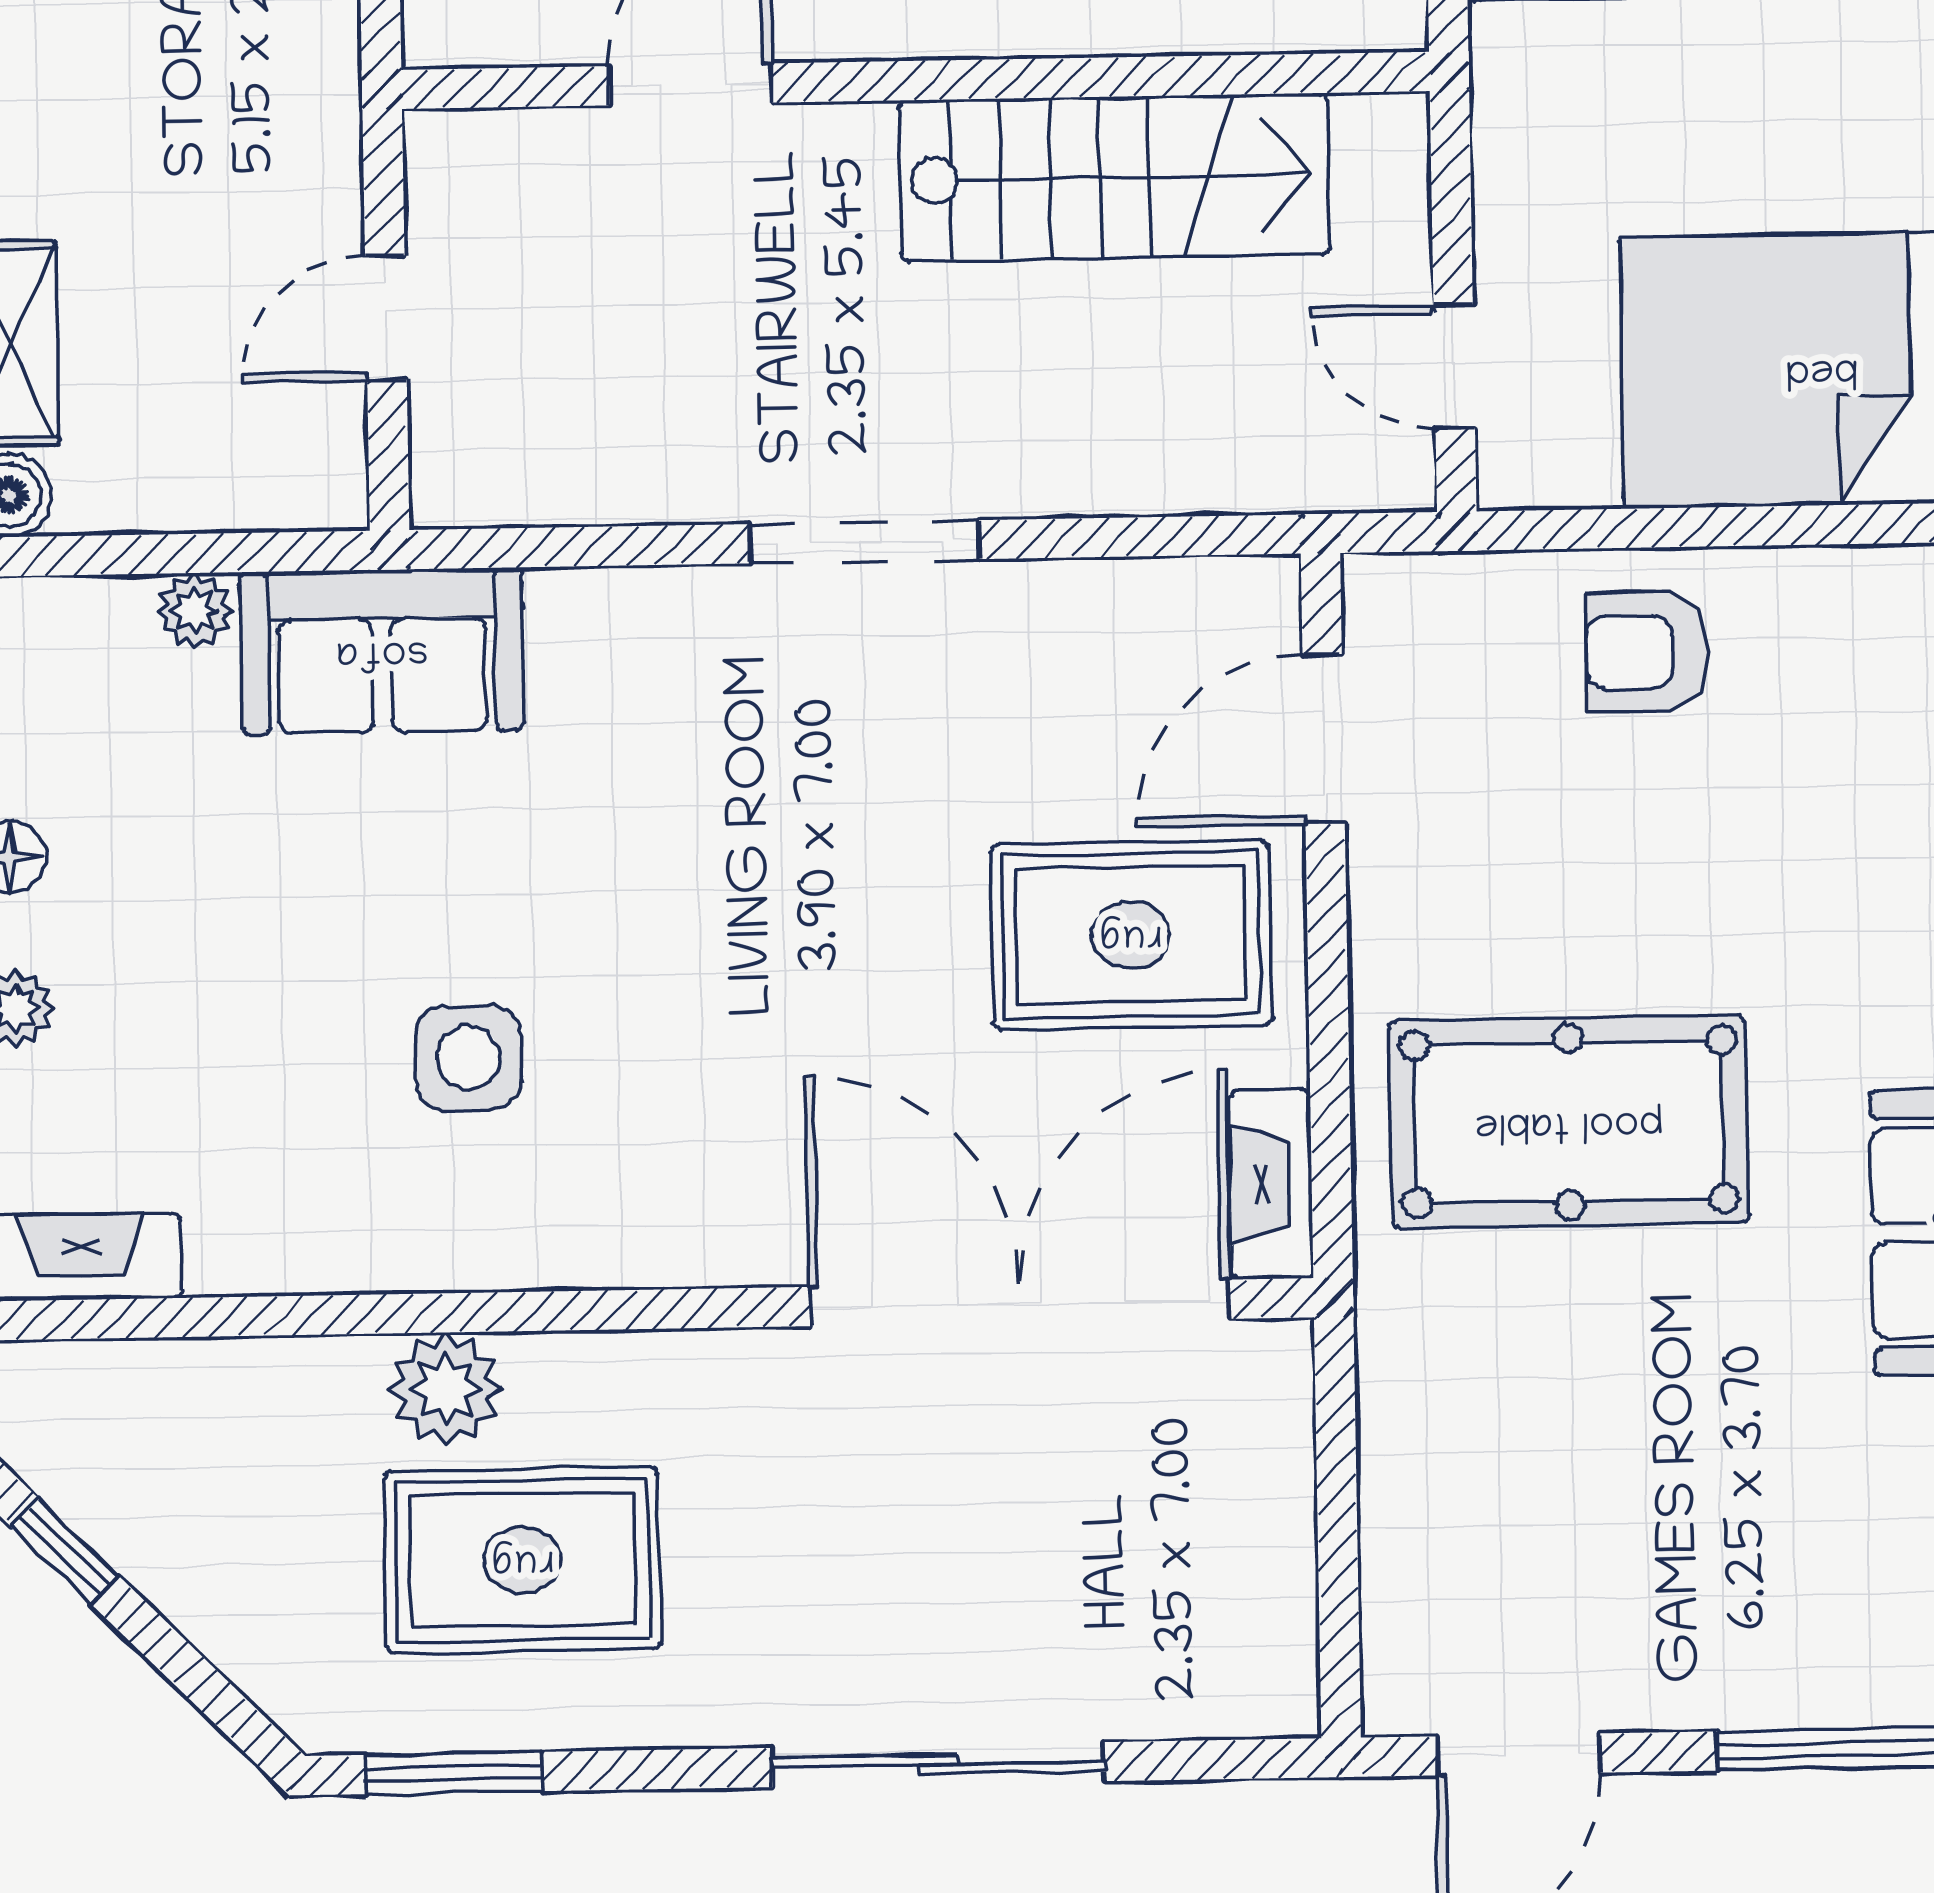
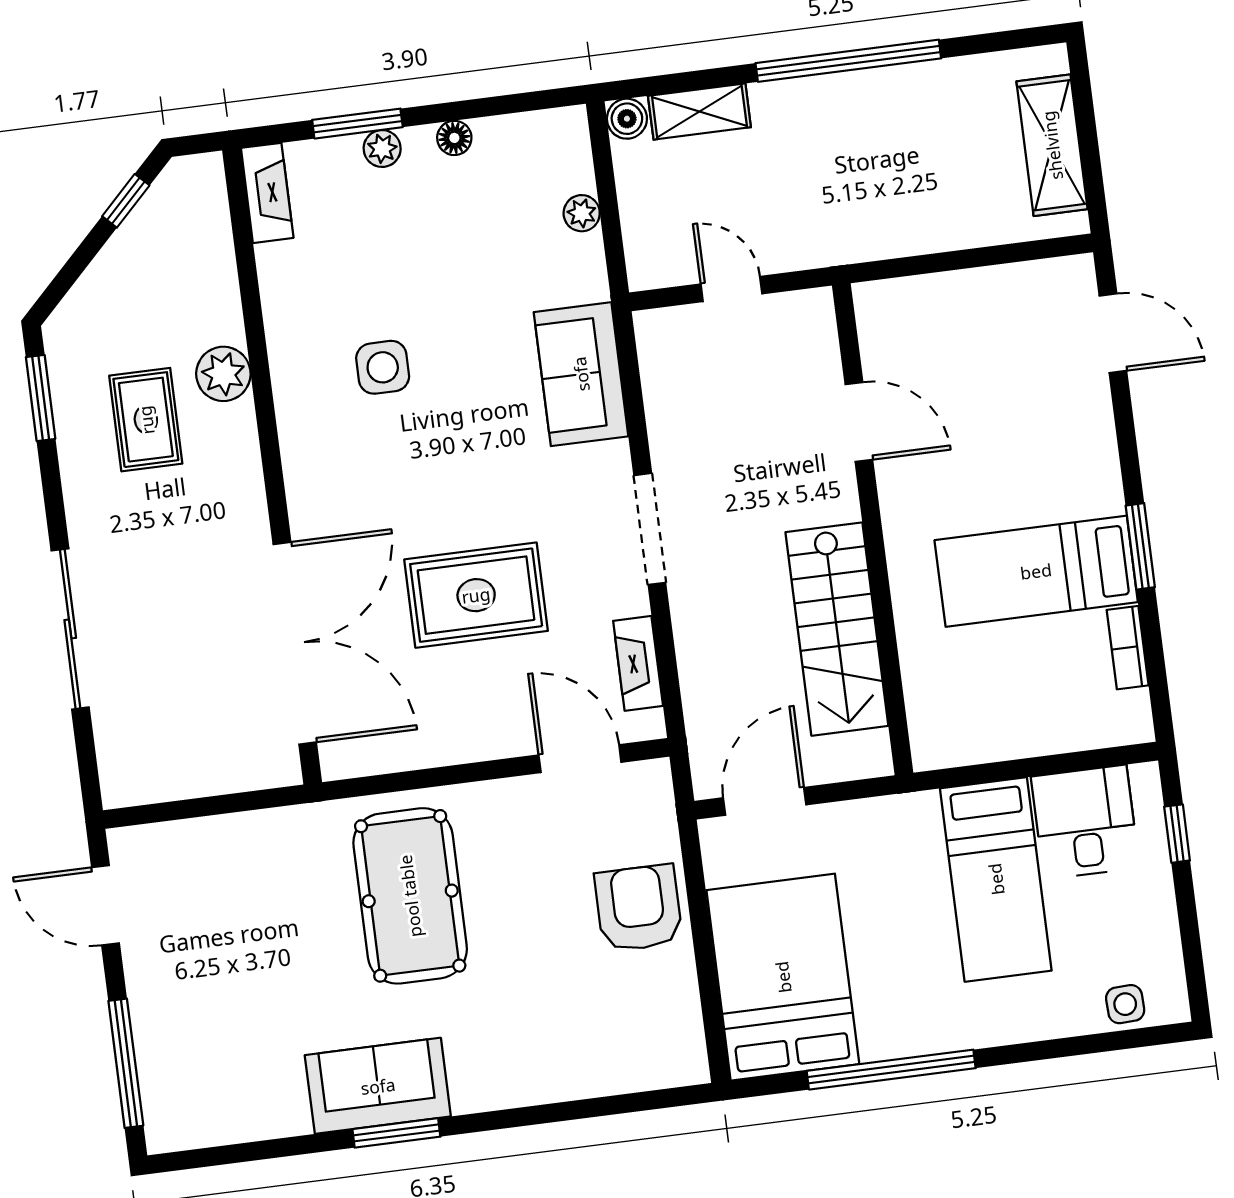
door: (1454, 366) -> (765, 801), width x1.38
sofa: (382, 651) -> (581, 374), moved
armchair: (1646, 652) -> (638, 908), width x1.38, depth x1.38
rug: (1131, 935) -> (476, 595), moved, turned 90
fireplace: (1271, 1184) -> (638, 663), moved, turned -90
rug: (523, 1560) -> (146, 420), width x0.73, depth x0.70

